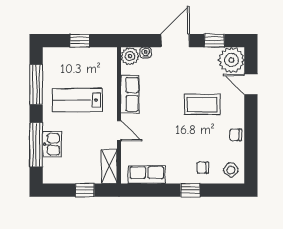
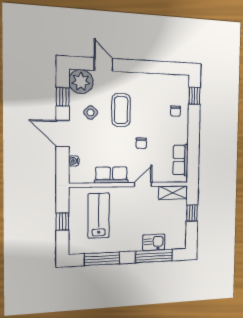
plant: (130, 56) -> (77, 175), removed
door: (251, 84) -> (104, 64), swing flipped
lab bench: (78, 100) -> (99, 216), moved, turned 180
chair: (236, 135) -> (141, 143), moved
side table: (231, 170) -> (91, 113), moved
window: (190, 190) -> (194, 96), moved

